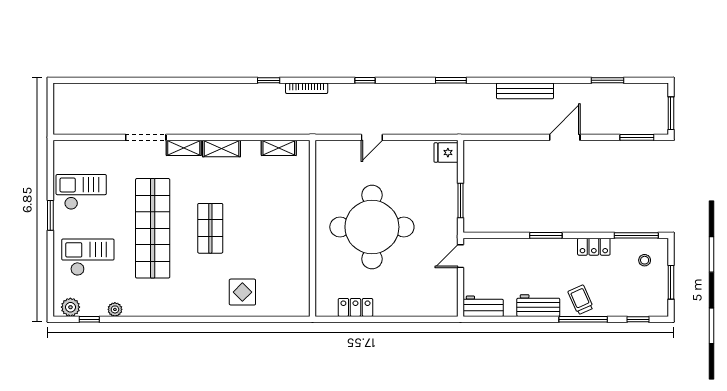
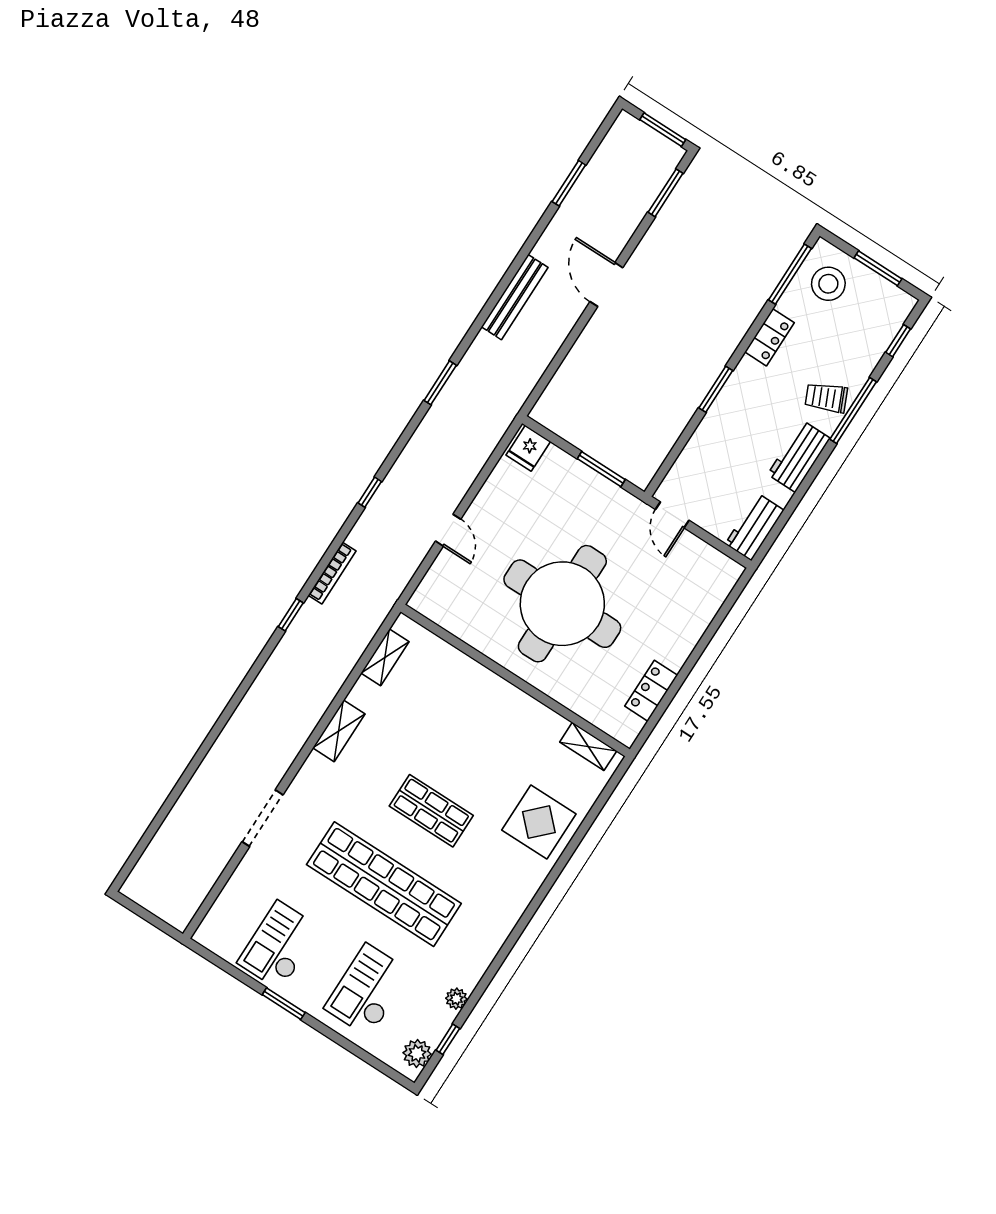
shelving: (184, 148) -> (588, 746), moved, turned 90
stool: (645, 260) -> (828, 284), width x1.89, depth x1.89
display table: (242, 292) -> (539, 822), width x1.36, depth x1.36

